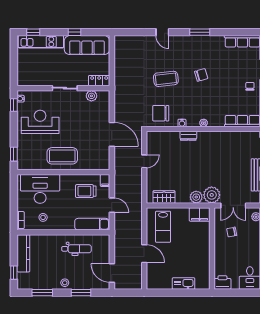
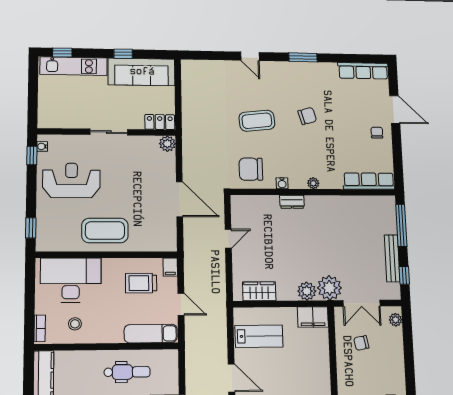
plant: (91, 96) -> (167, 144), moved
lab bench: (163, 227) -> (259, 336), turned -90

